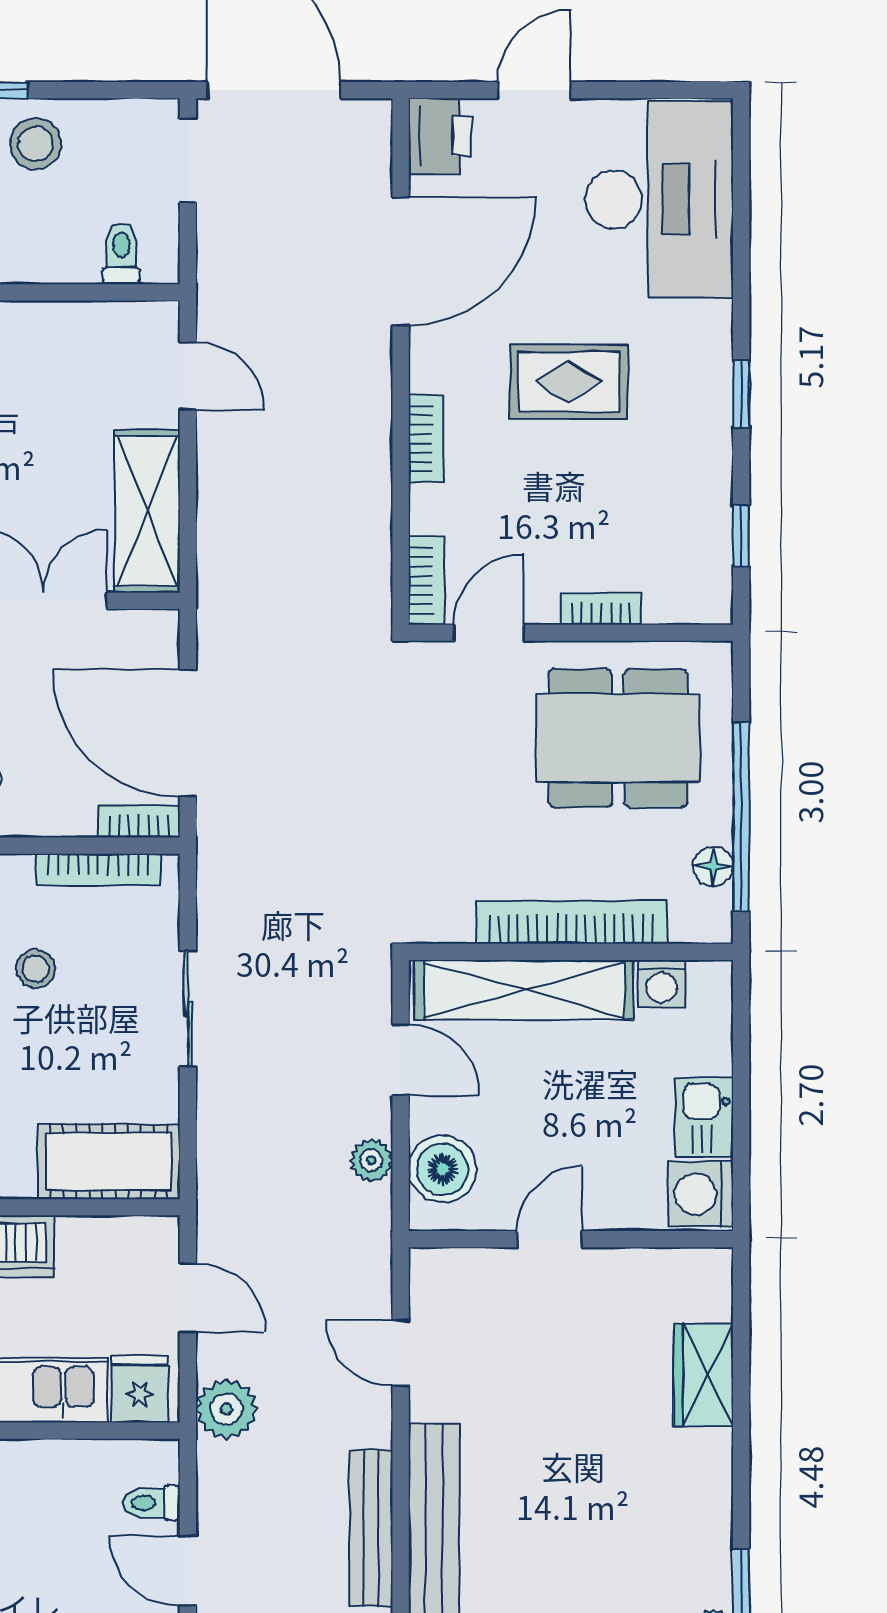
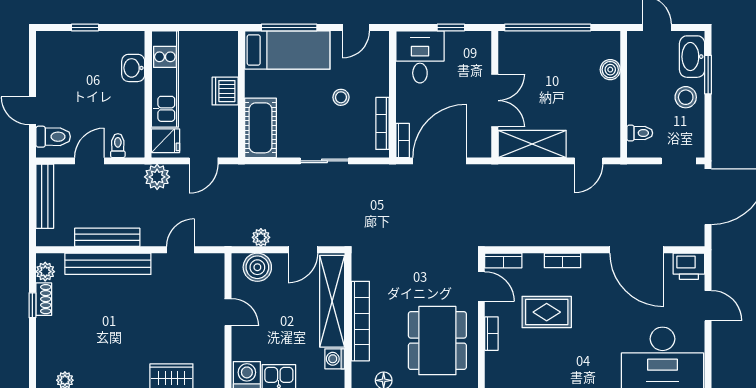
rug: (569, 382) -> (547, 312), moved, turned 90

